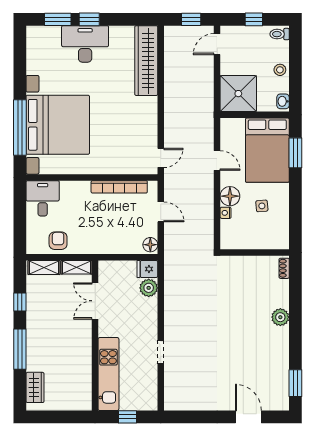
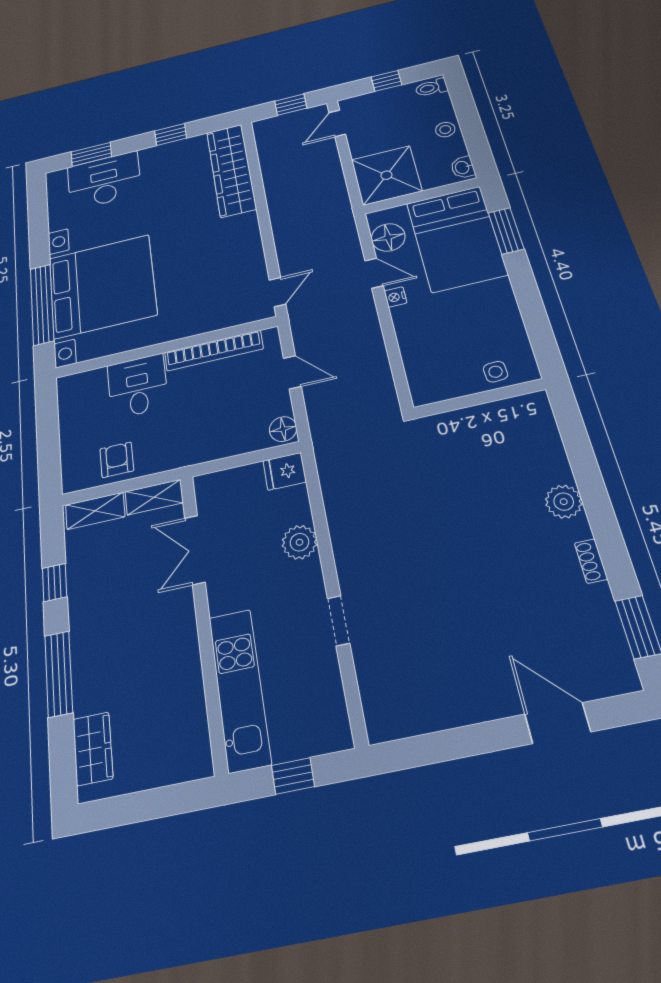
window: (89, 19) -> (171, 135), moved
desk: (85, 44) -> (104, 181), moved
floor lamp: (230, 196) -> (388, 237), moved
desk: (43, 198) -> (138, 386), moved
side table: (262, 206) -> (495, 372), moved
nightstand: (226, 213) -> (396, 297), moved
shoe rack: (284, 268) -> (591, 561), moved
plant: (149, 288) -> (299, 542), moved

